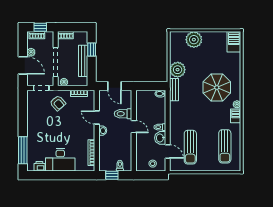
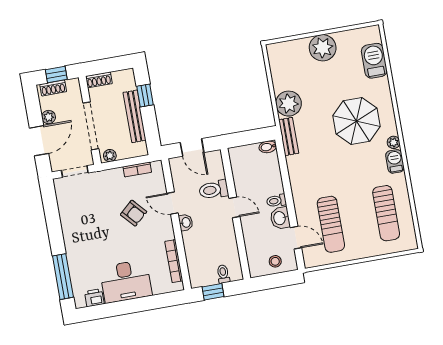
plant: (194, 40) -> (323, 48), moved
barbecue: (234, 42) -> (374, 61), moved
door: (23, 65) -> (39, 141), hinge flipped
armchair: (58, 103) -> (134, 213), moved

